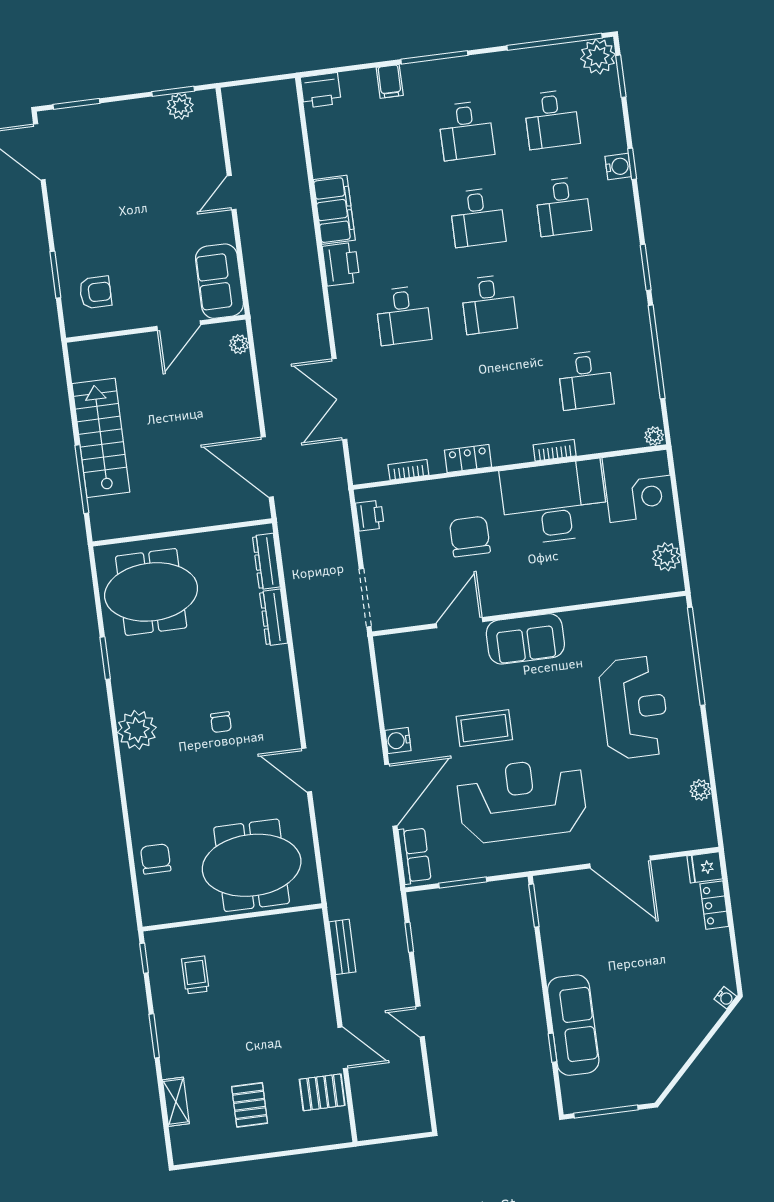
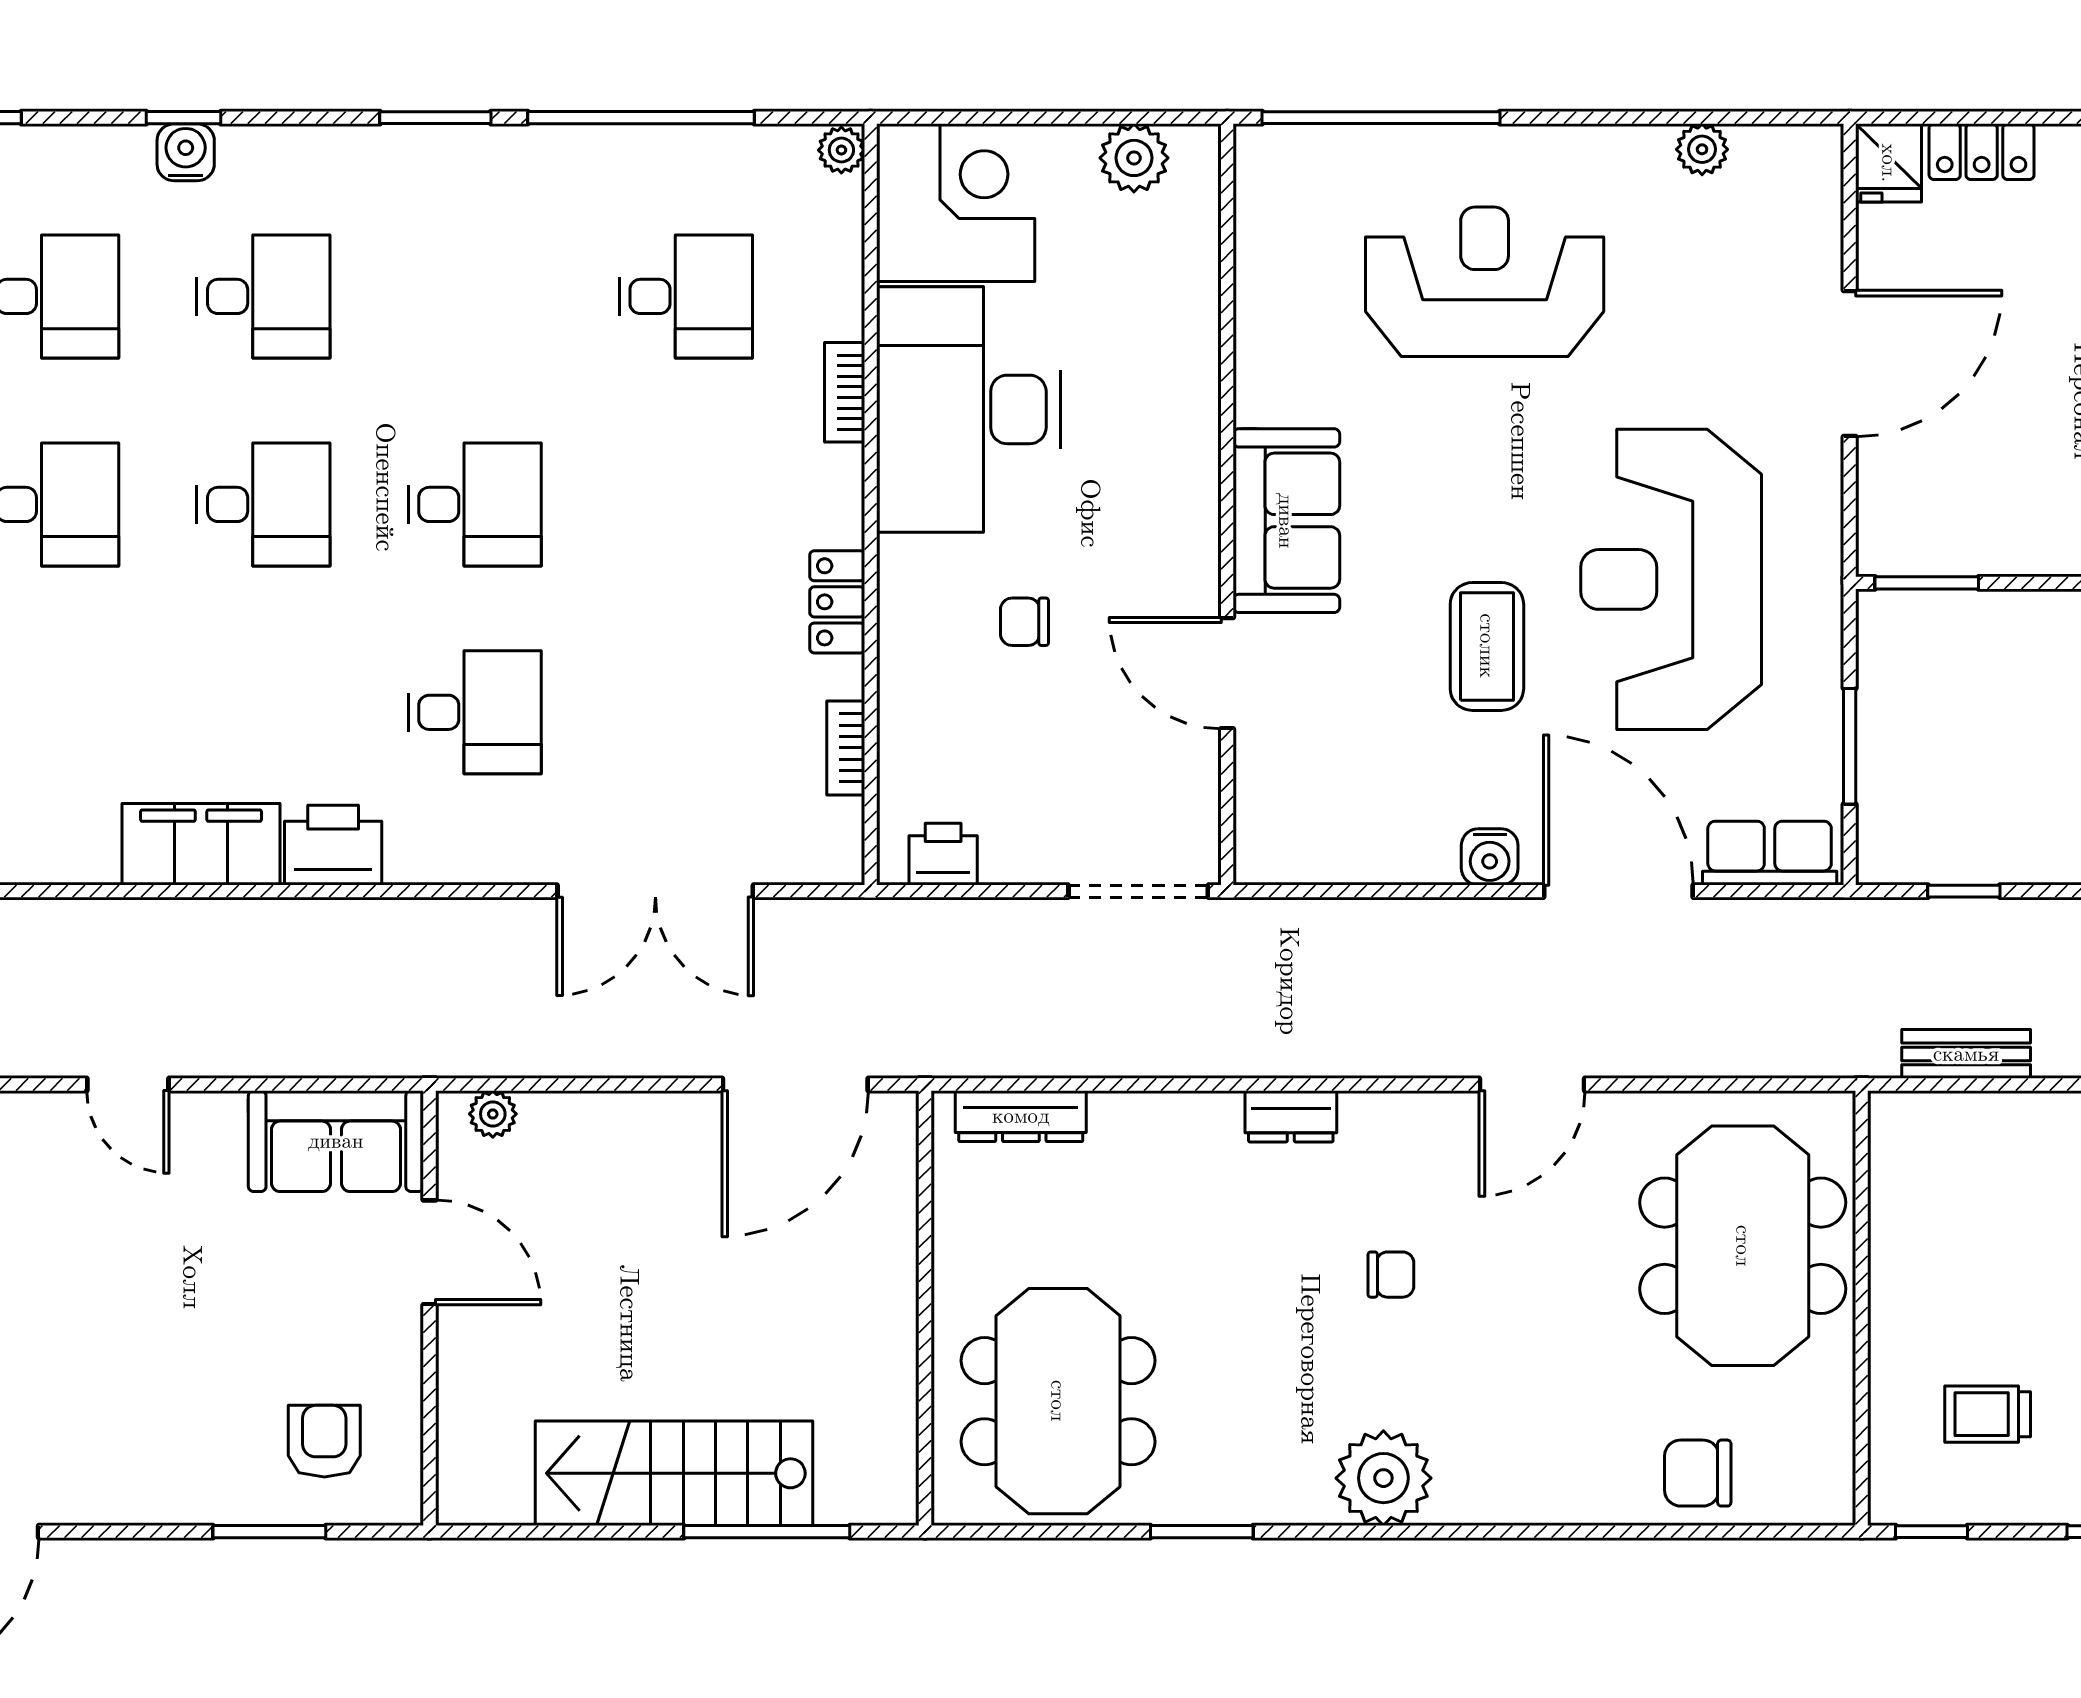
chair: (470, 537) -> (1024, 622), width x0.54, depth x0.54
dresser: (274, 617) -> (1291, 1116), moved, width x0.70

